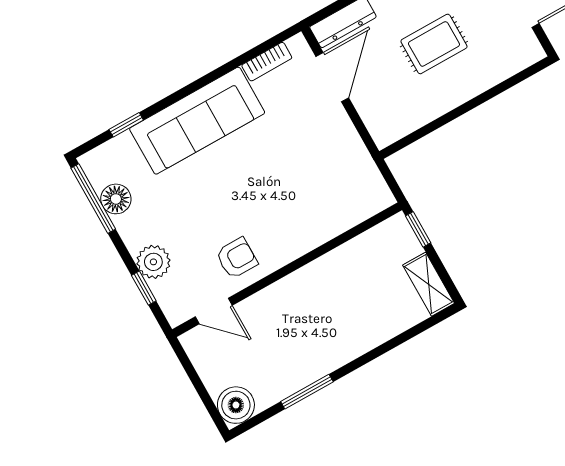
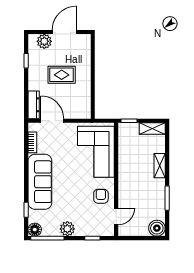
rug: (434, 44) -> (62, 75), turned 90
floor lamp: (116, 199) -> (35, 230), moved
corner sofa: (319, 199) -> (96, 152), added
plant: (153, 262) -> (67, 229), moved
shelving: (363, 340) -> (160, 166), added

